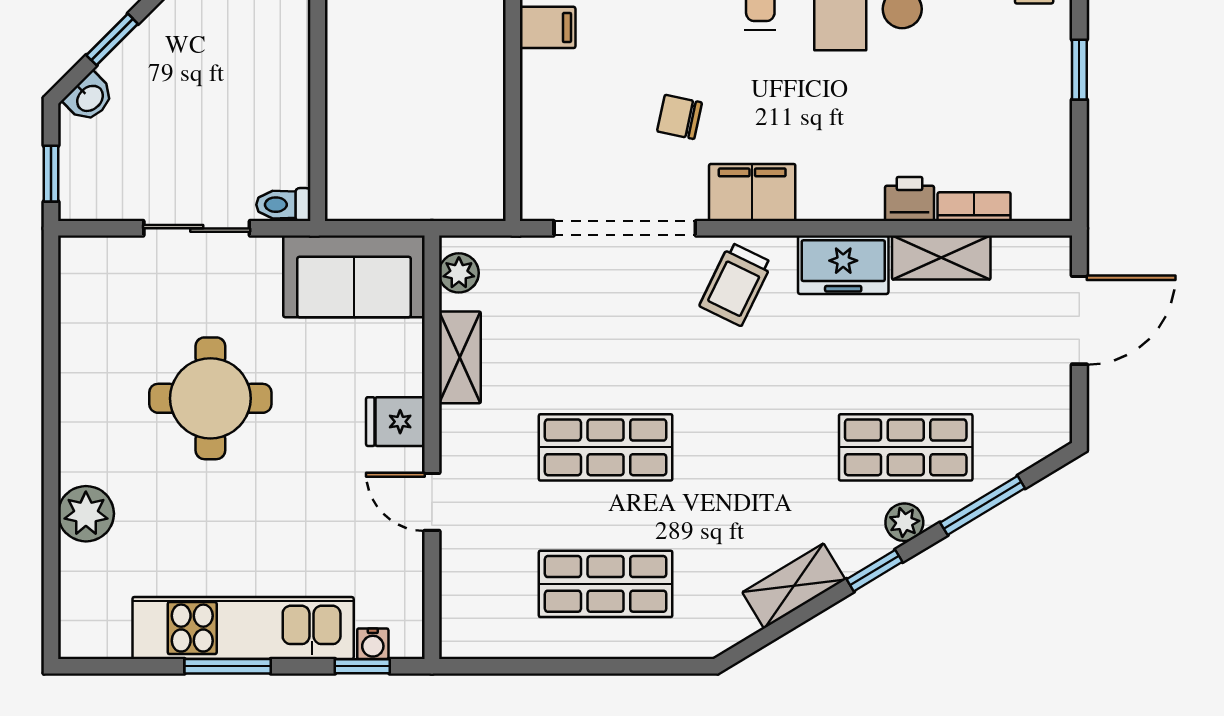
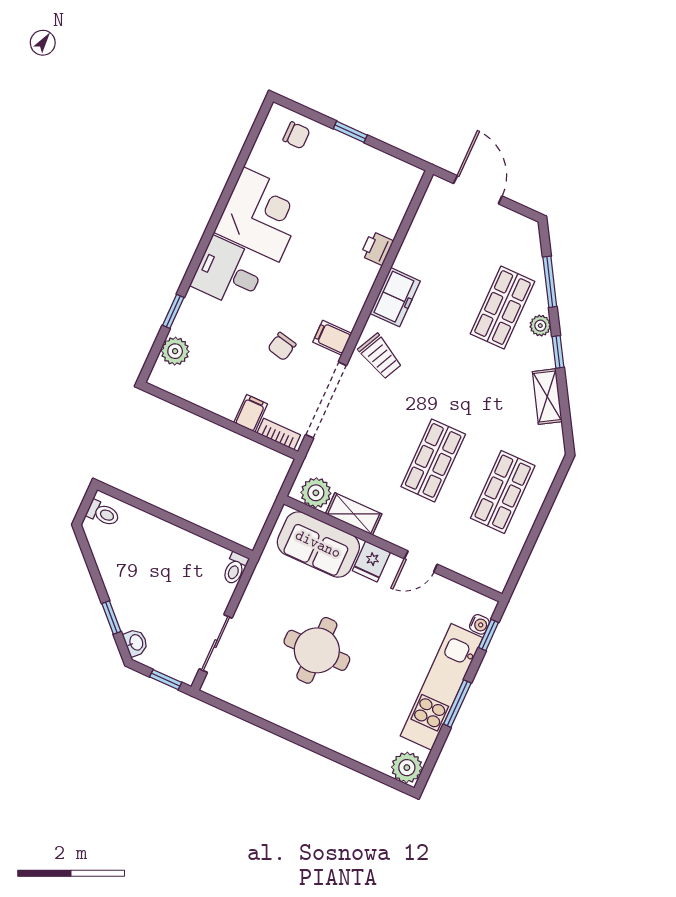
filing cabinet: (548, 27) -> (251, 413), moved
filing cabinet: (752, 193) -> (332, 338), width x0.50
bookcase: (974, 207) -> (279, 434), moved, turned 90
sliding door: (197, 228) -> (216, 644), moved
shelving: (941, 258) -> (414, 246), removed
plant: (459, 273) -> (316, 493), width x1.38, depth x1.38
sofa: (354, 276) -> (318, 544), moved, turned 90
plant: (86, 514) -> (407, 768), moved

